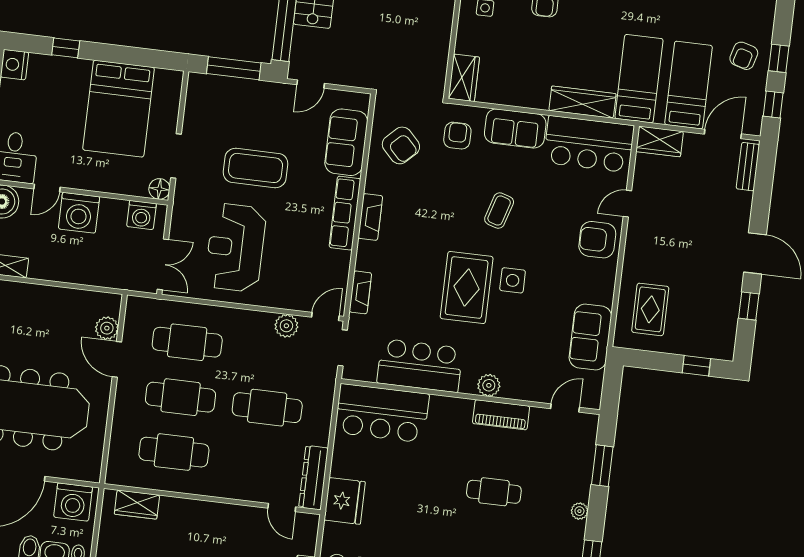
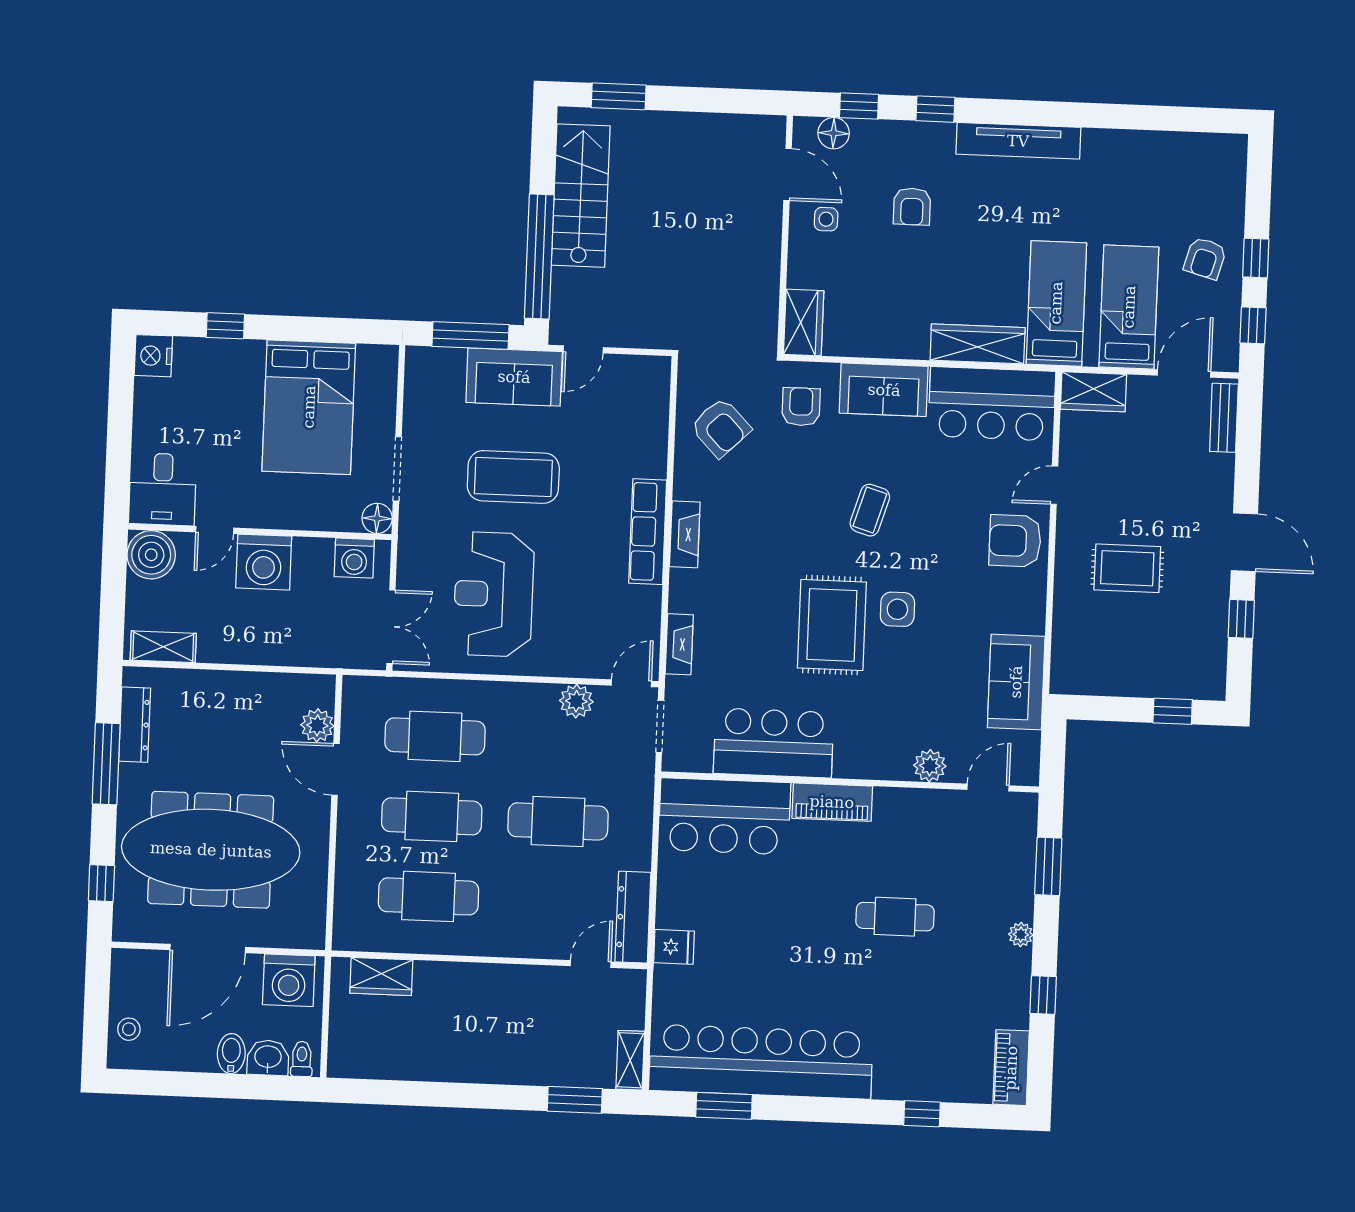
sofa: (346, 142) -> (514, 377), moved, turned -90
rug: (650, 309) -> (1127, 568), moved, turned 90
plant: (489, 385) -> (930, 766), moved
piano: (501, 415) -> (832, 802), moved
fridge: (345, 501) -> (674, 947), width x0.53, depth x0.75
door: (282, 507) -> (591, 964), swing flipped

